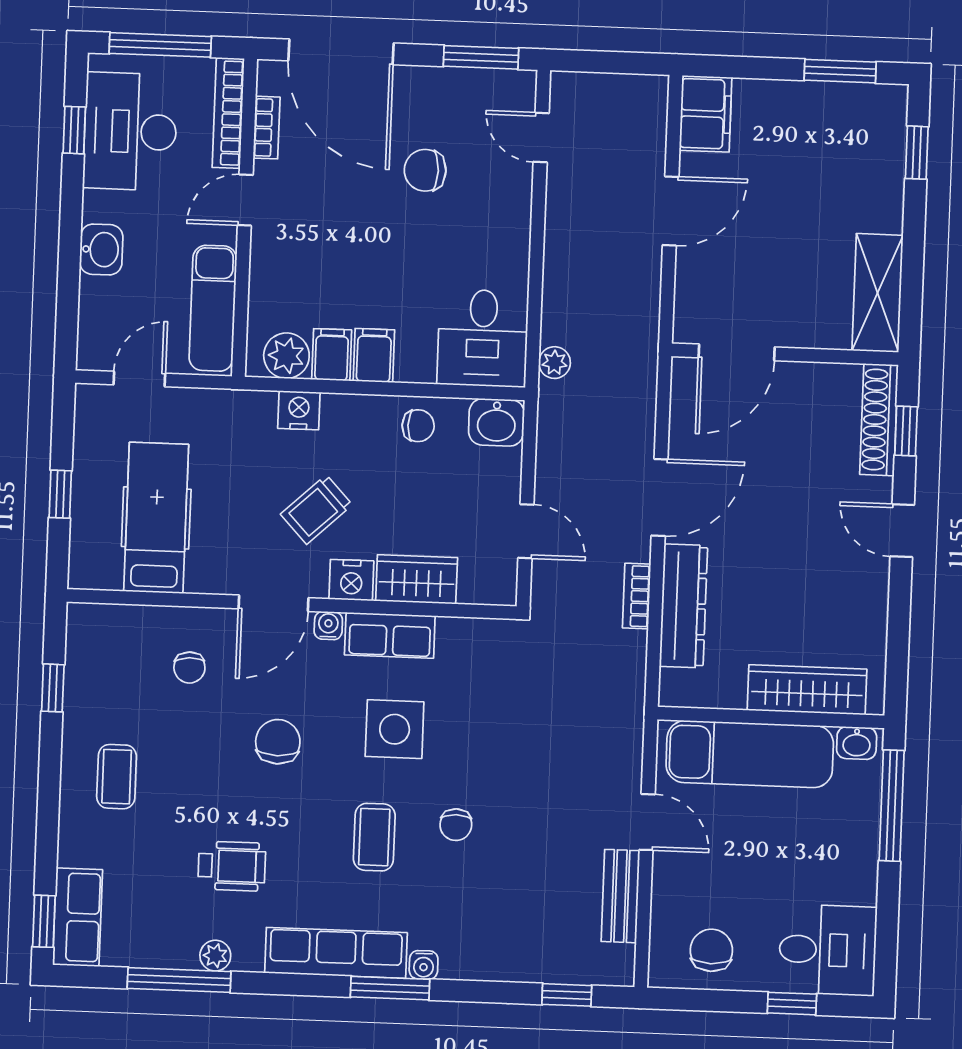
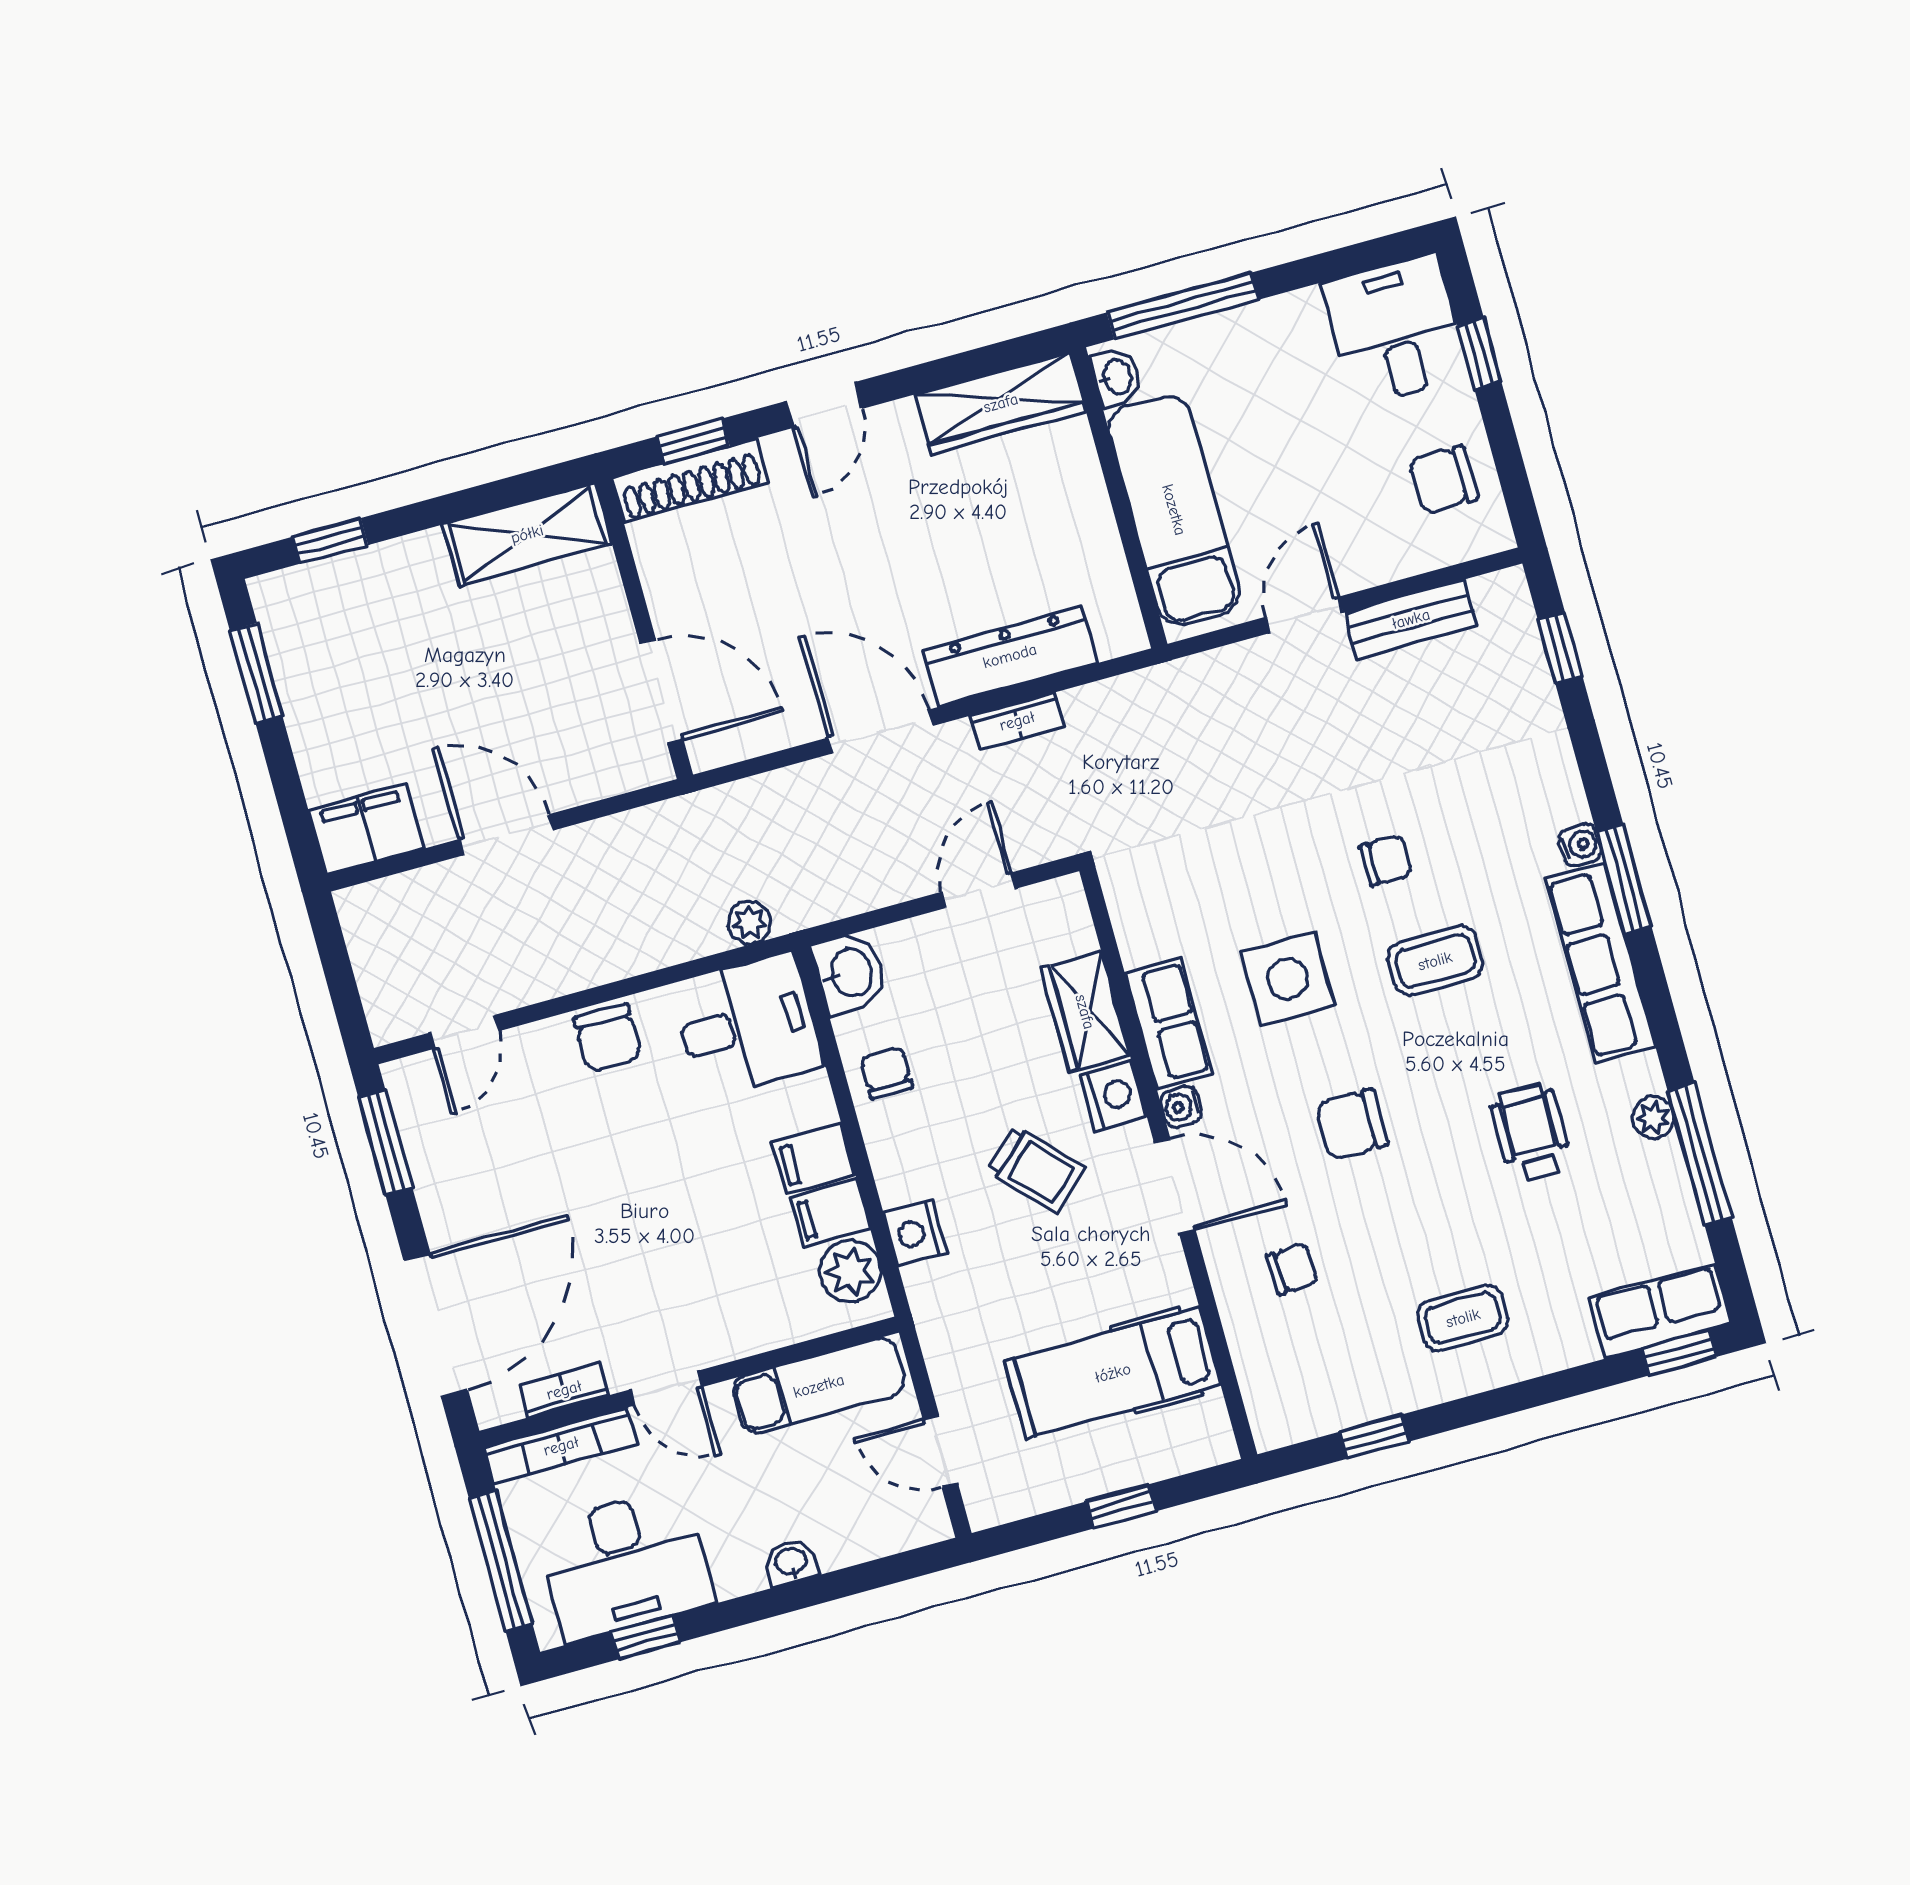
chair: (425, 170) -> (608, 1038), moved
washbasin: (101, 249) -> (791, 1562), width x0.72, depth x0.69
wardrobe: (807, 690) -> (1001, 403), moved, turned -90

